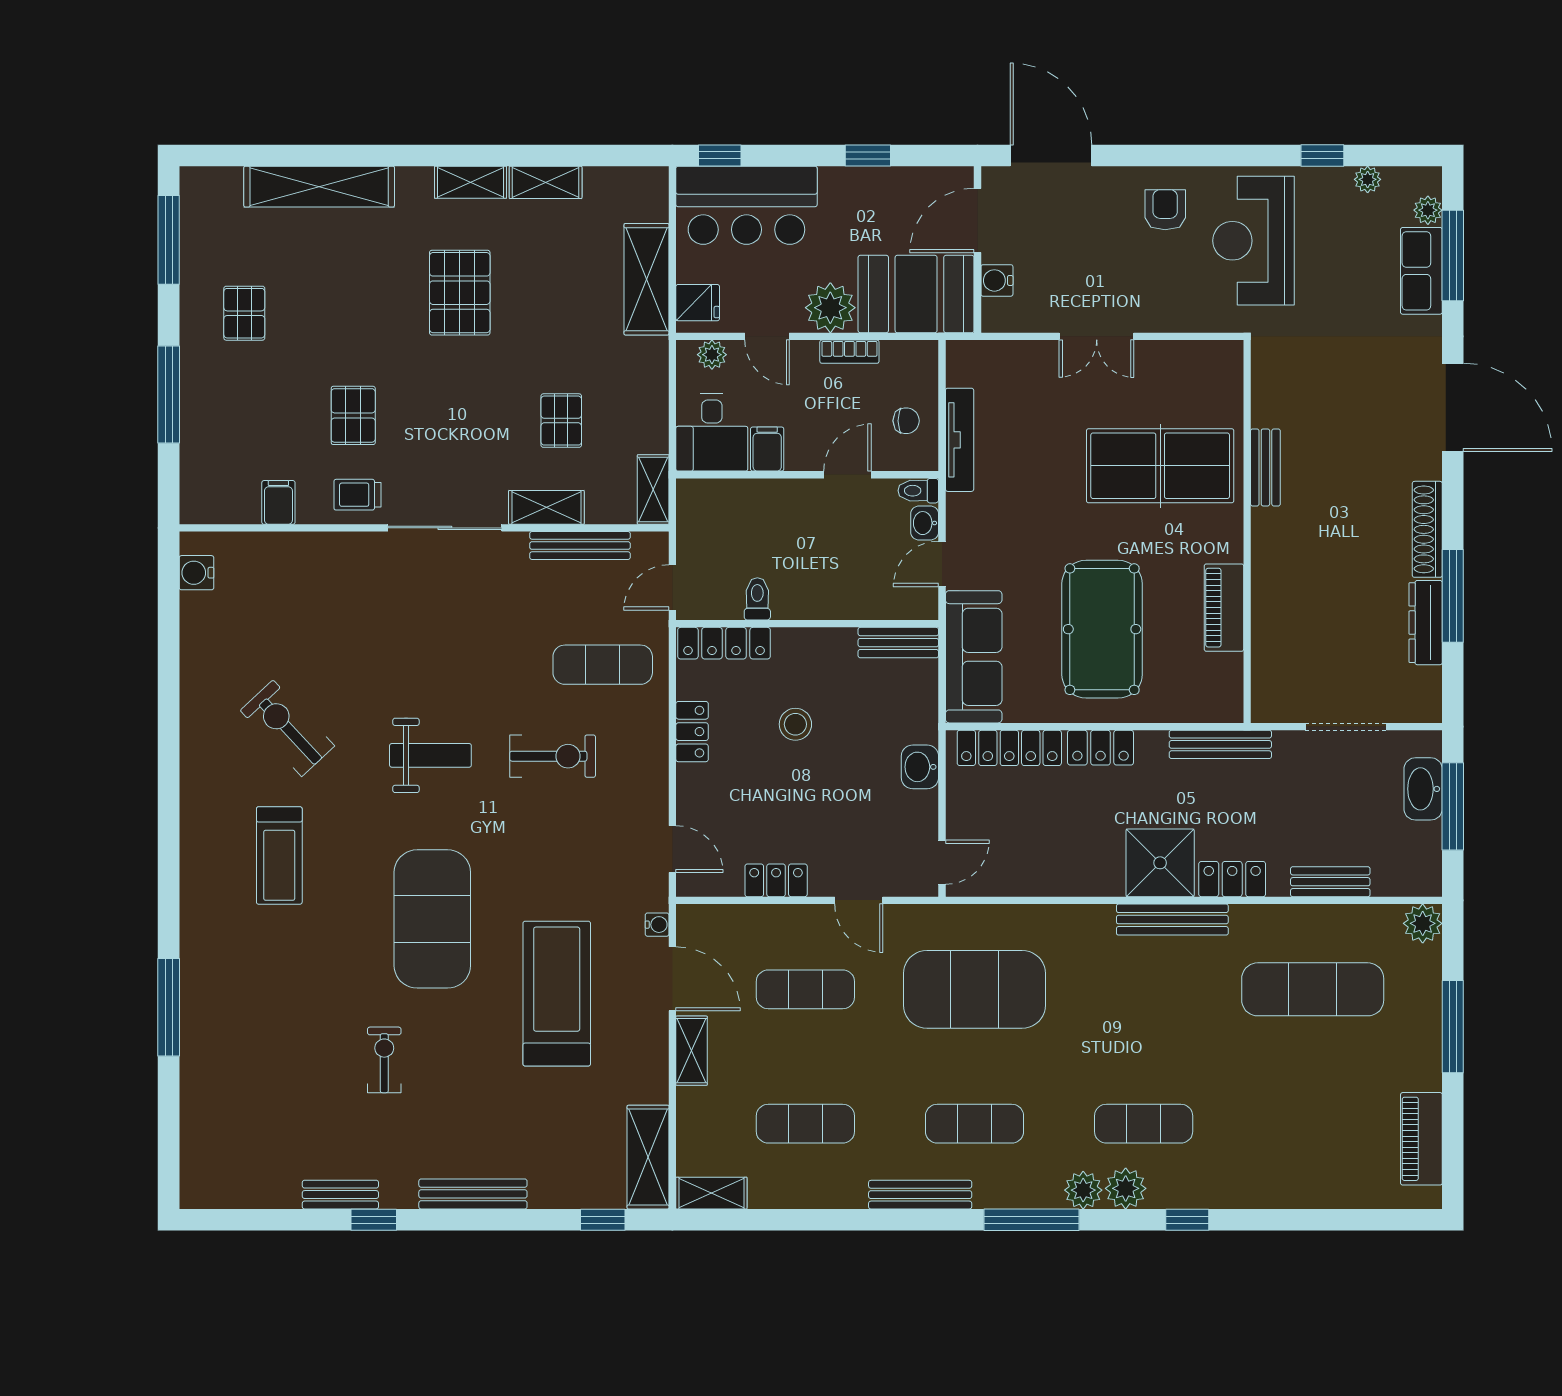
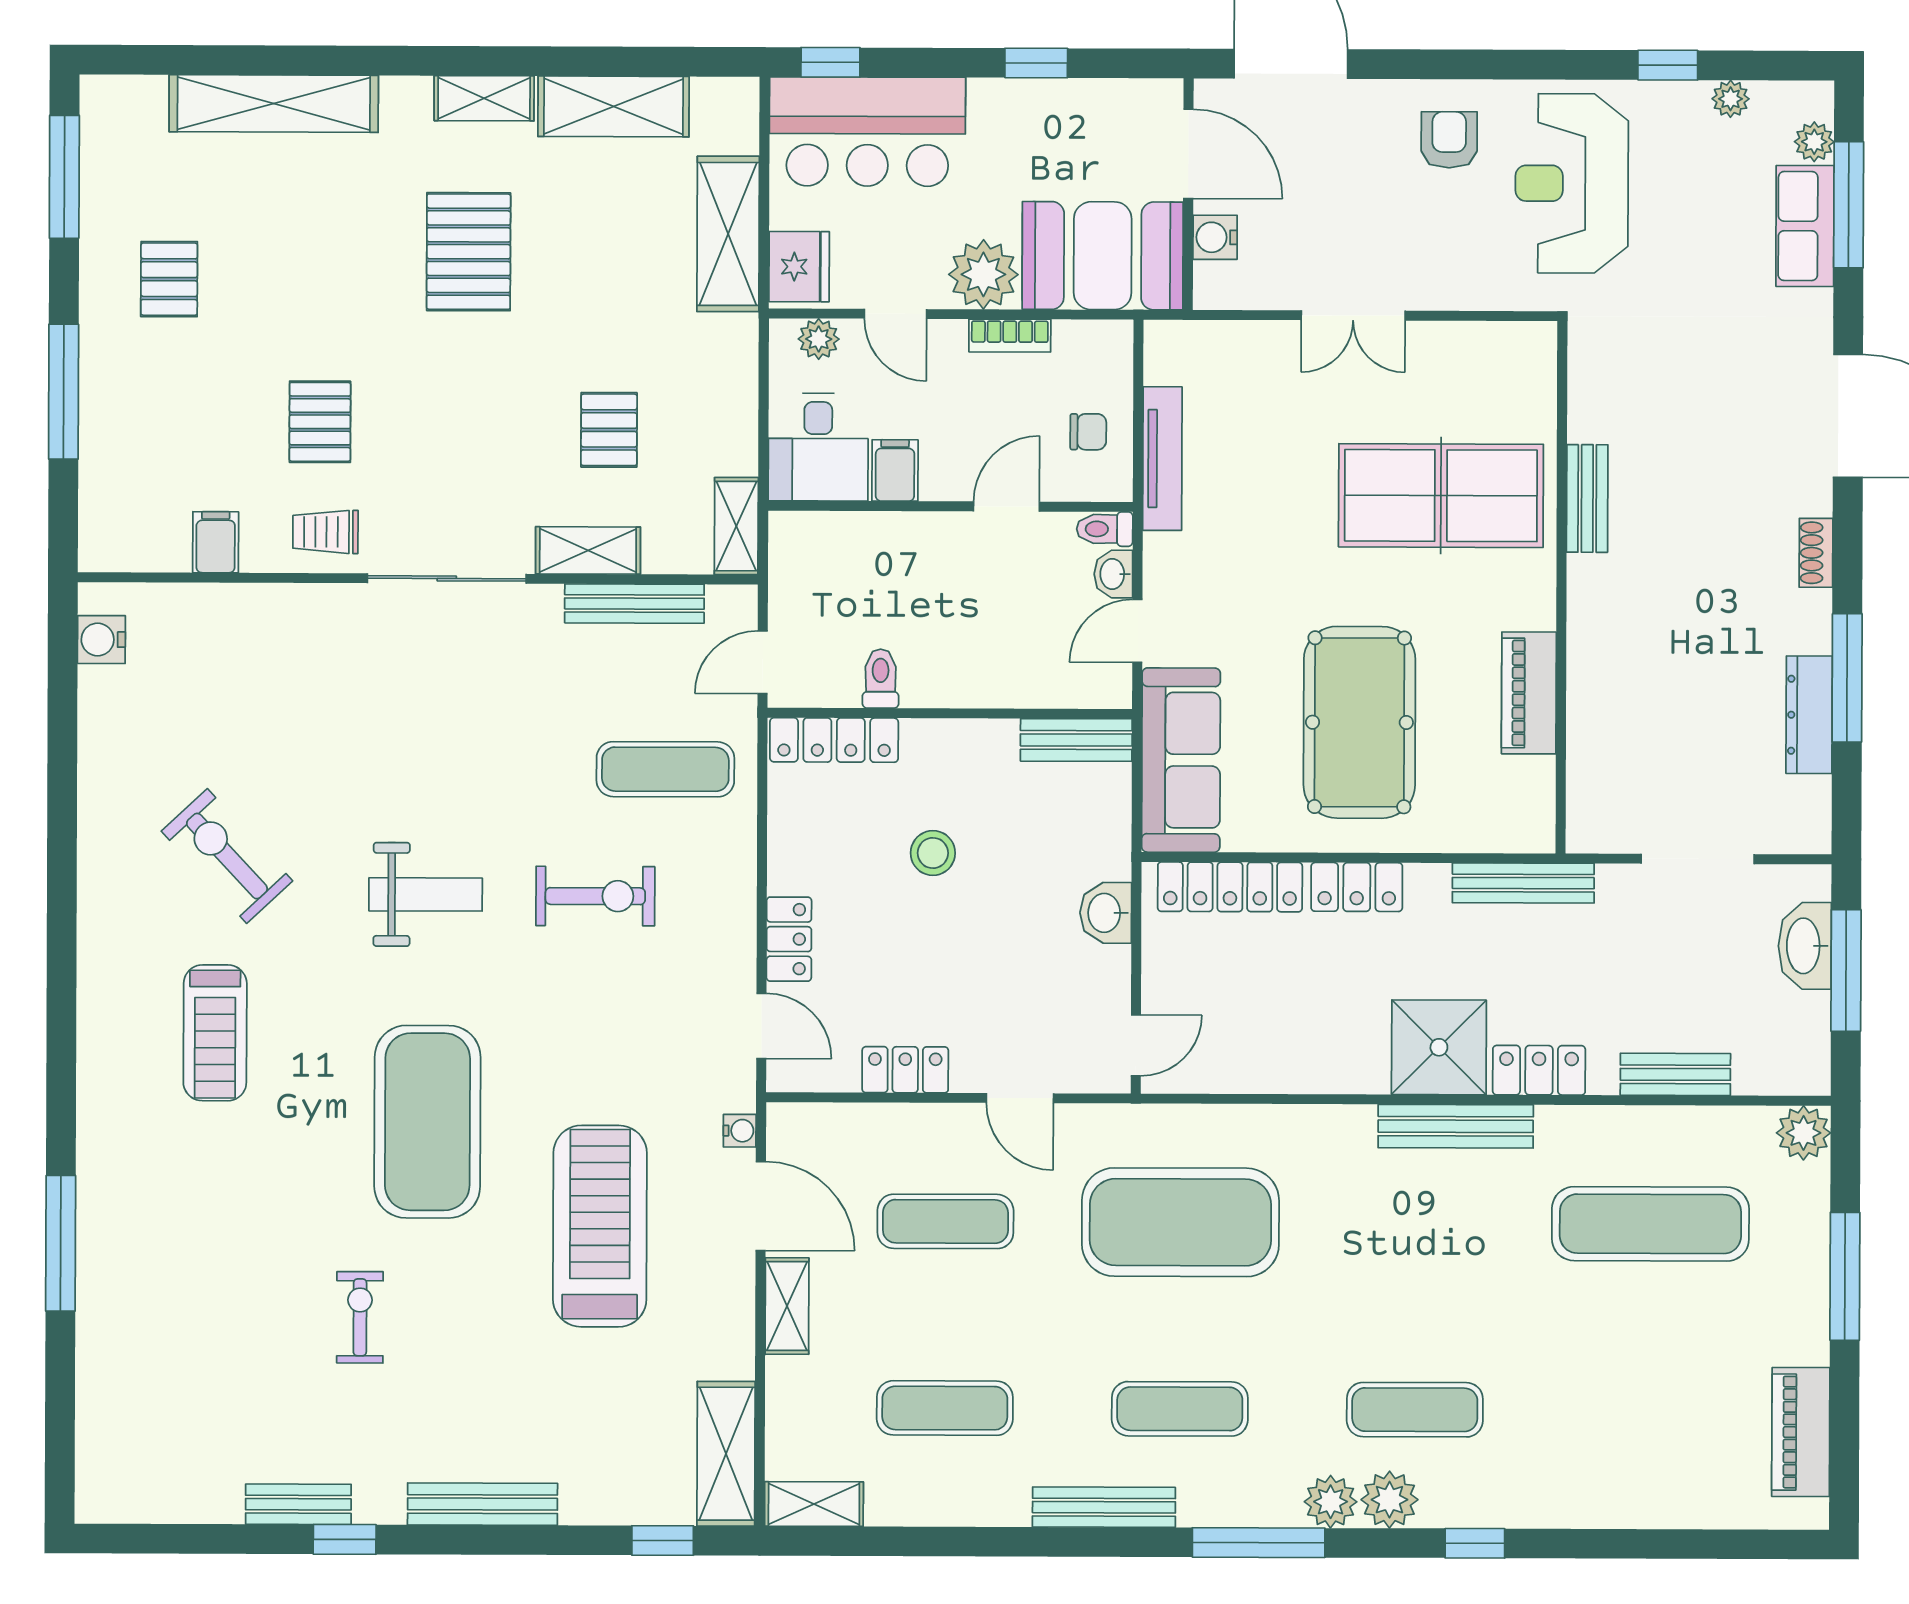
shelving: (546, 182) -> (613, 106), width x1.50, depth x1.33
door: (977, 221) -> (1188, 154), swing flipped
fridge: (698, 303) -> (799, 267), width x1.38
shoe rack: (1427, 529) -> (1816, 553), width x0.51, depth x0.81
locker: (692, 732) -> (789, 939), moved

